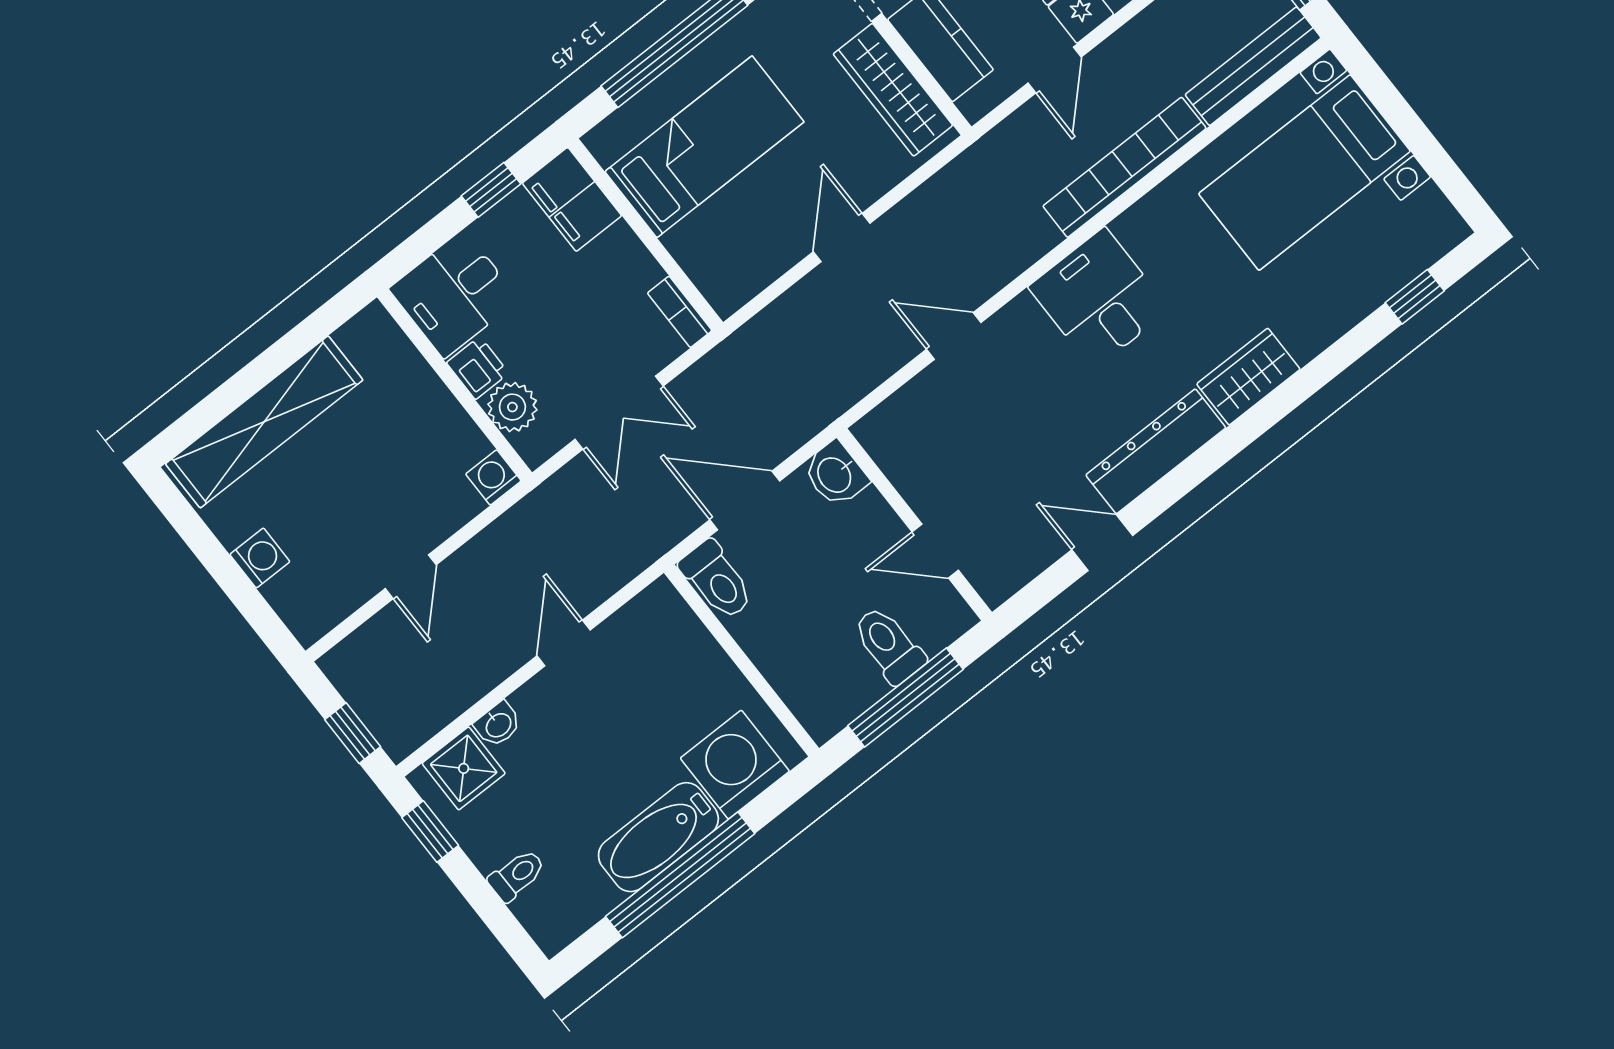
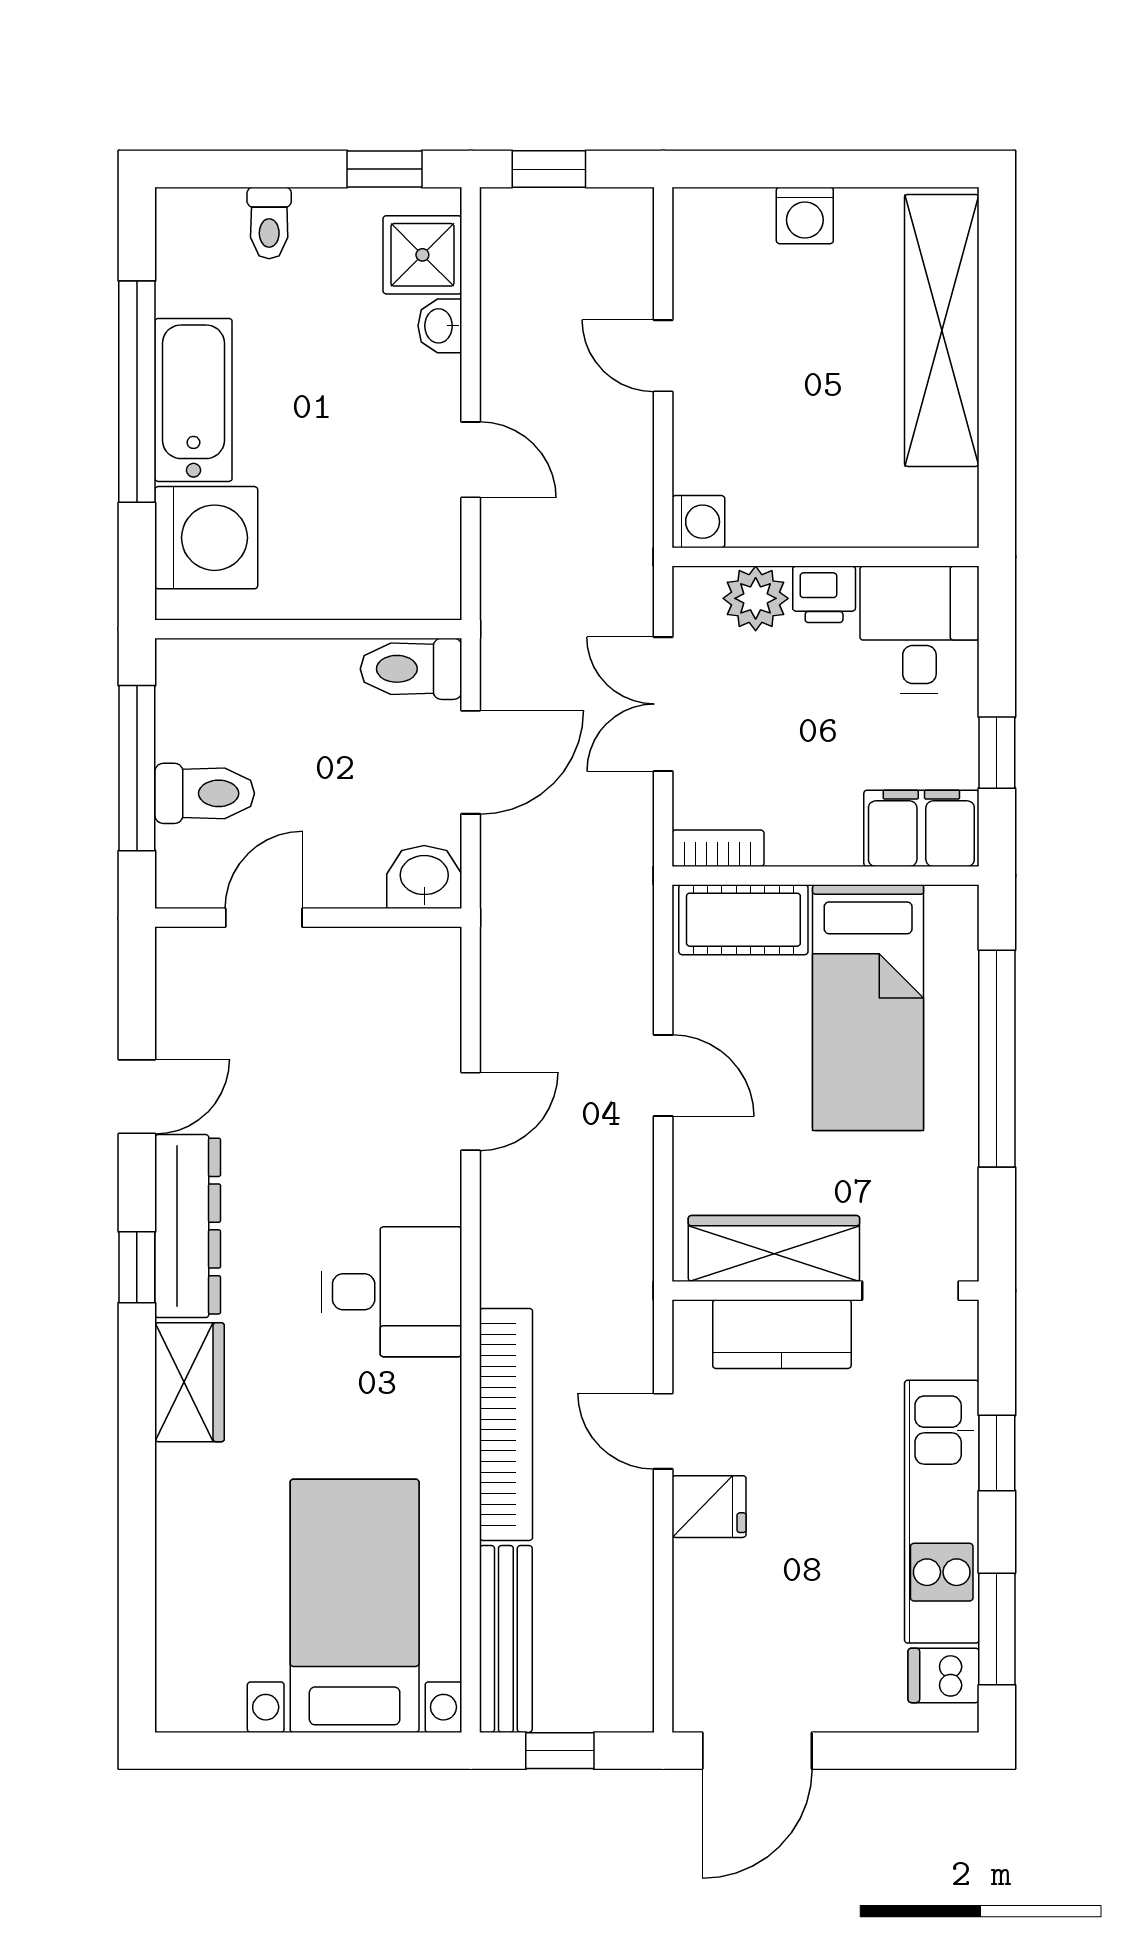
cot: (711, 263) -> (743, 920), added
window: (1415, 297) -> (137, 1267), moved

